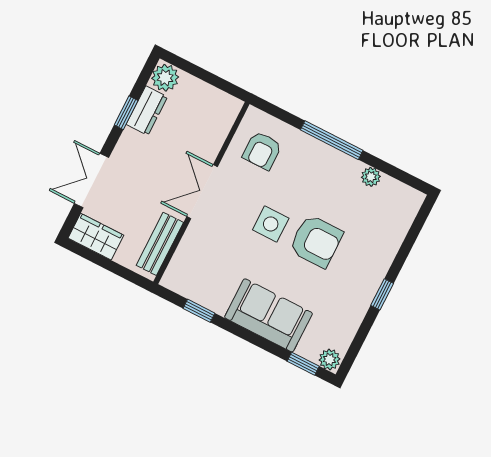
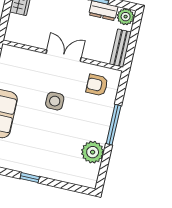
plant: (371, 177) -> (93, 152), width x1.88, depth x1.88
armchair: (316, 241) -> (51, 130), removed
bench: (160, 244) -> (121, 48), moved, turned 90

